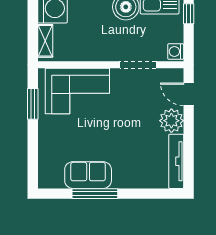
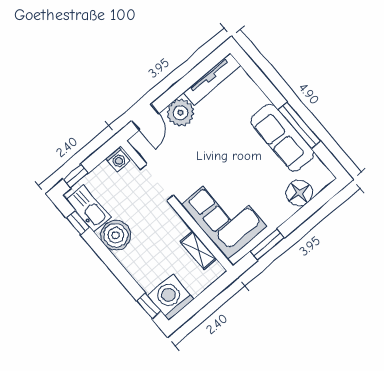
shelving: (45, 41) -> (198, 250), moved, turned 90
floor lamp: (49, 155) -> (299, 193), added
sofa: (88, 175) -> (282, 138), width x1.36

